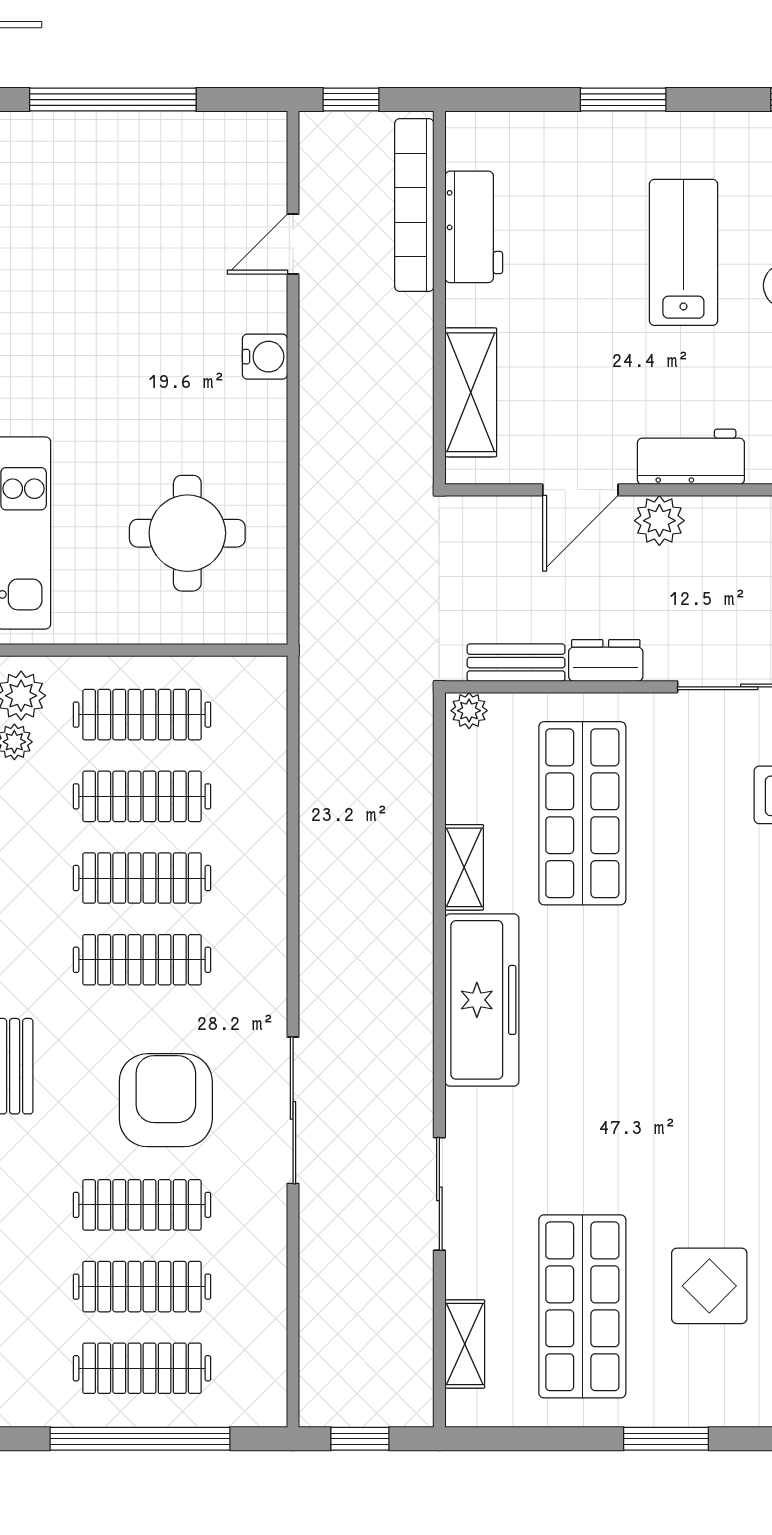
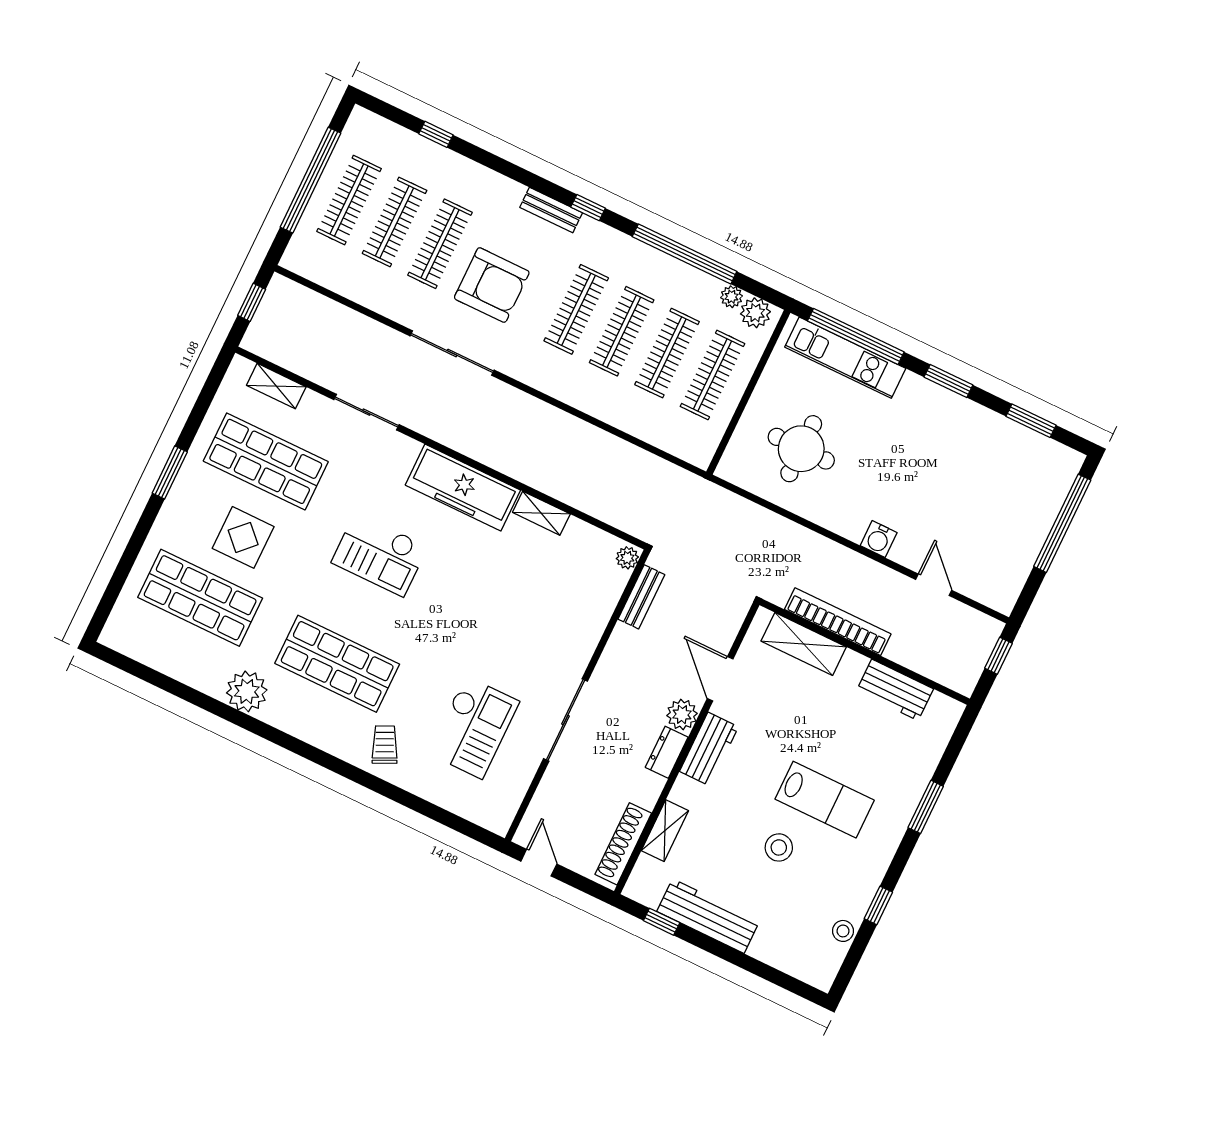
bookcase: (414, 205) -> (838, 622), moved
dresser: (606, 660) -> (667, 752), moved, turned 180
shop shelf: (582, 813) -> (540, 593), removed
checkout: (638, 1075) -> (380, 554), added

